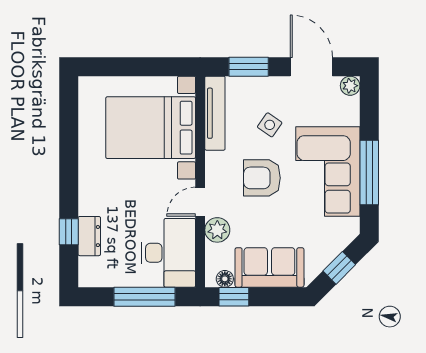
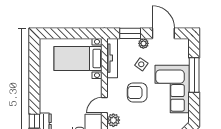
plant: (350, 86) -> (143, 43), moved
bed with nightstands: (151, 128) -> (78, 58), width x0.73
window: (369, 173) -> (194, 75), moved

